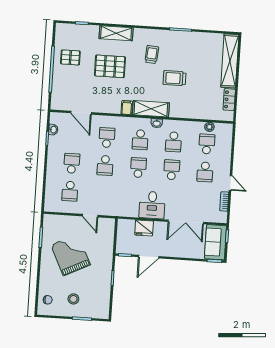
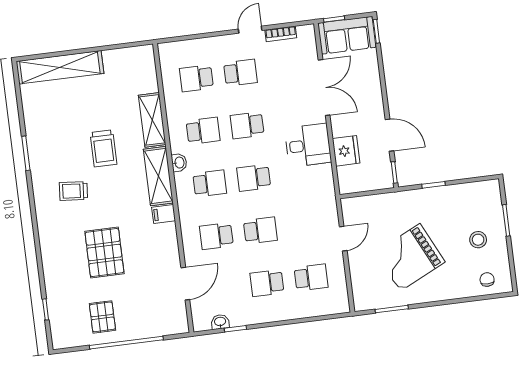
shelving: (116, 33) -> (152, 120), moved
locker: (229, 100) -> (120, 57), removed
plant: (209, 127) -> (169, 79), removed

